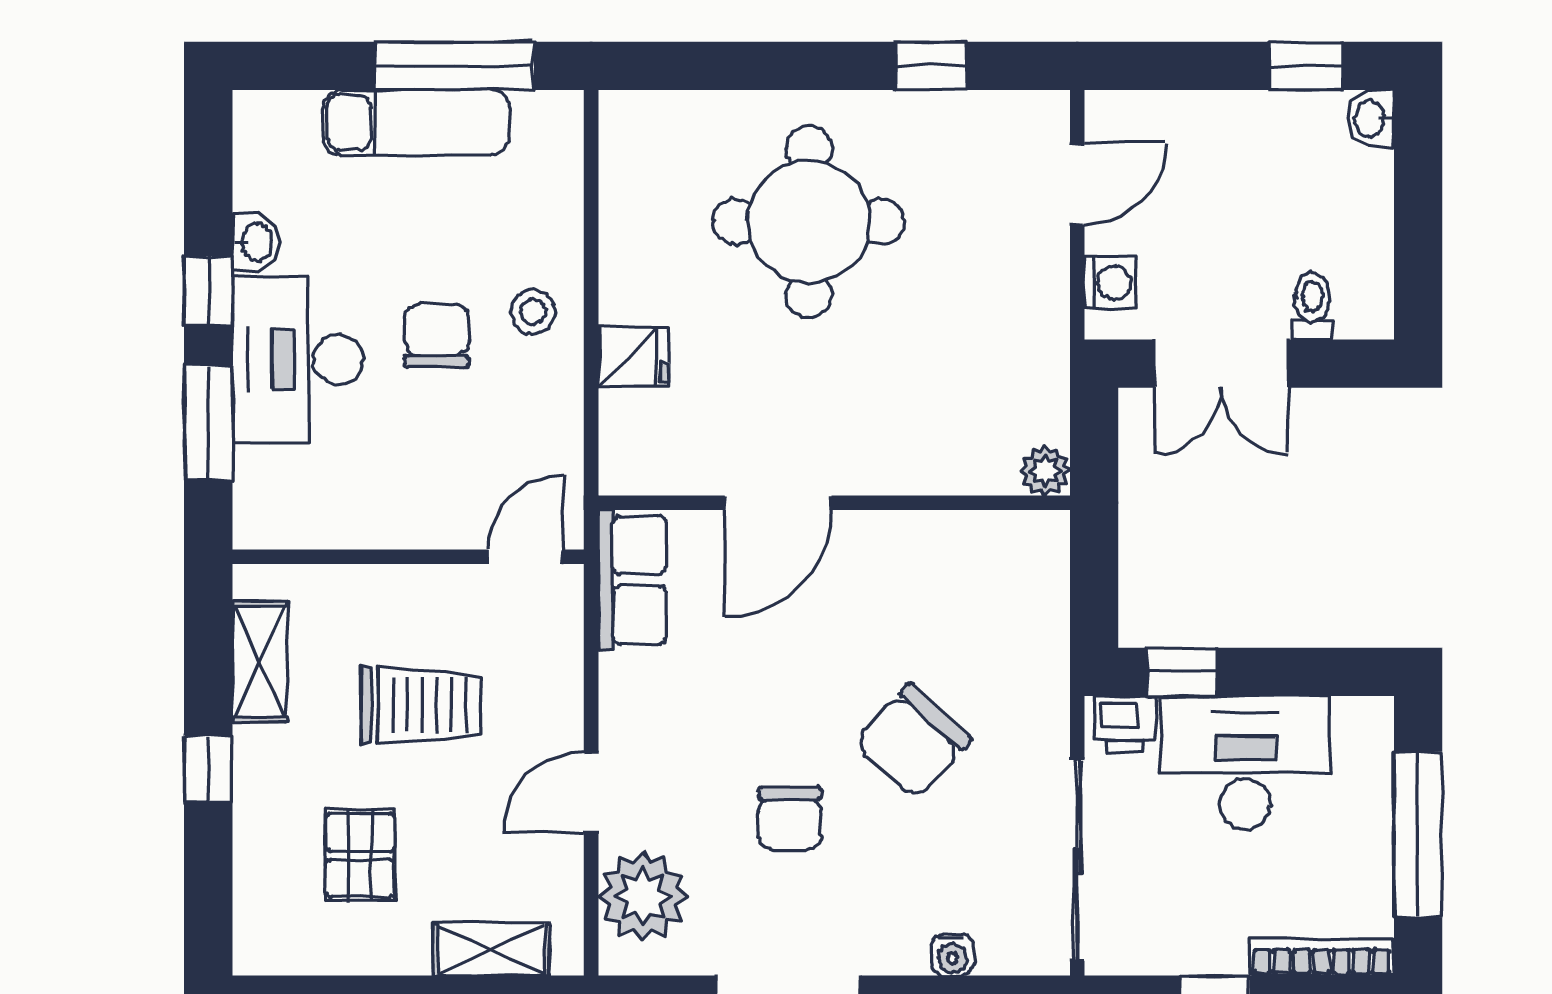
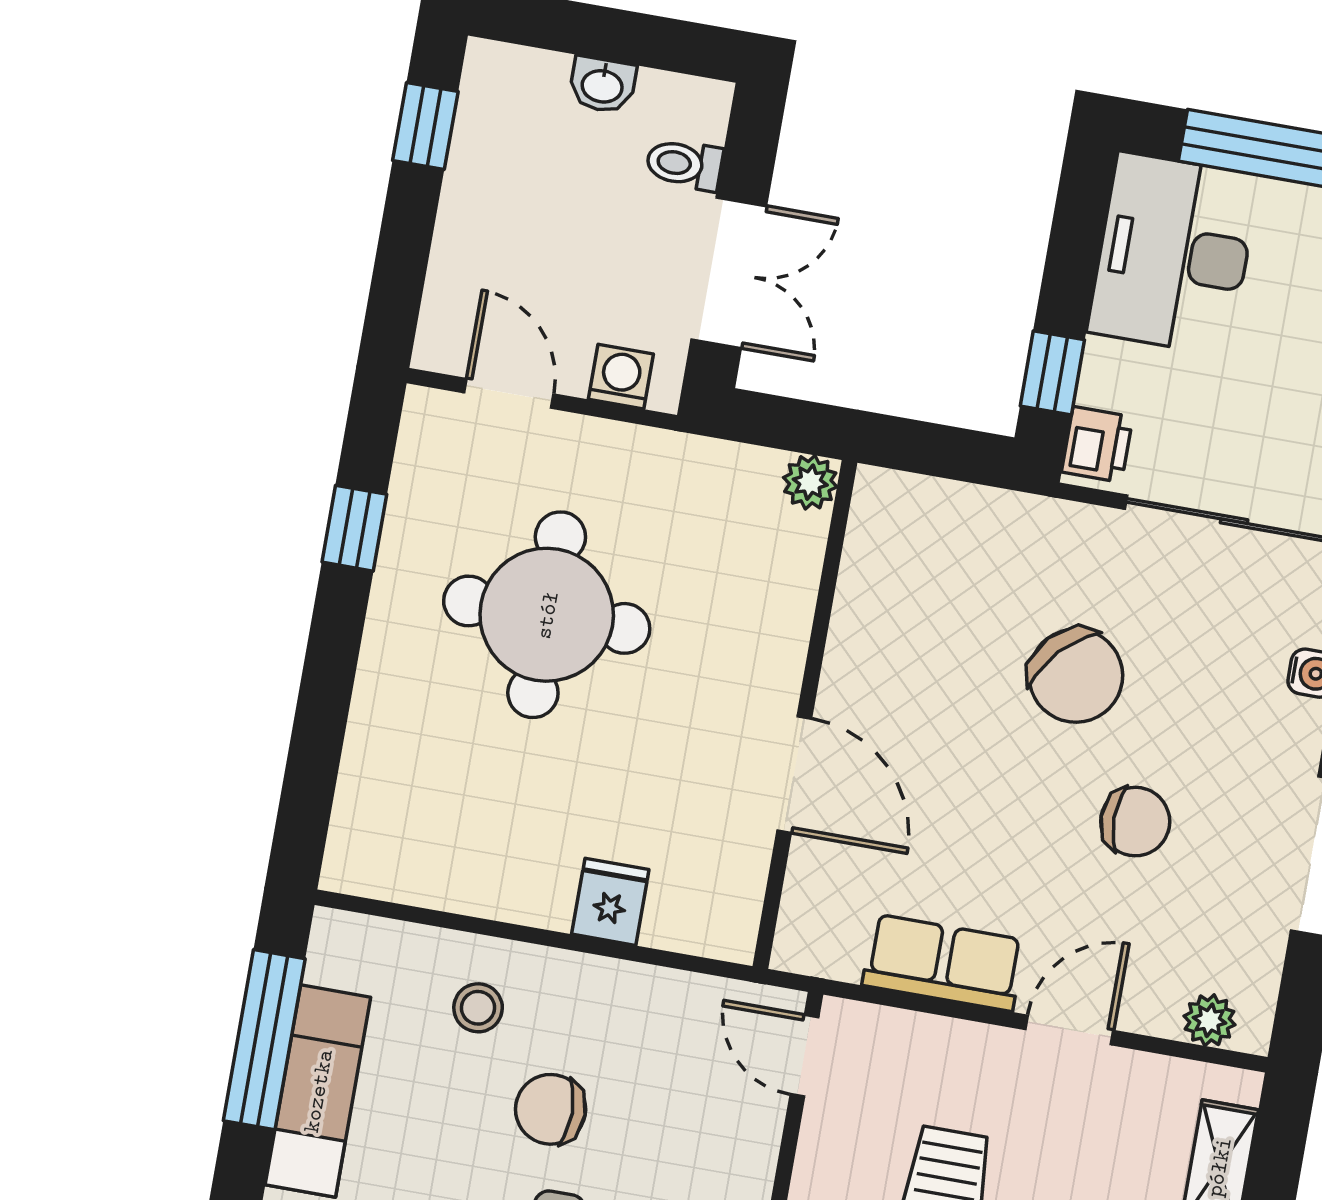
washbasin: (1371, 118) -> (602, 85), moved
round table: (809, 222) -> (547, 615), moved
stool: (533, 312) -> (478, 1008), moved
row of seats: (632, 580) -> (943, 963), moved
desk: (1245, 763) -> (1174, 254), moved
door: (591, 792) -> (1069, 1030), swing flipped
plant: (643, 896) -> (1210, 1020), width x0.53, depth x0.53

